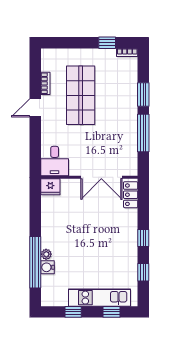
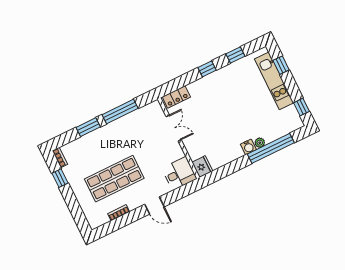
door: (35, 108) -> (154, 205), moved
double door: (101, 177) -> (174, 128), width x0.73
water cooler: (47, 267) -> (248, 147), moved
window: (73, 312) -> (302, 107), moved

